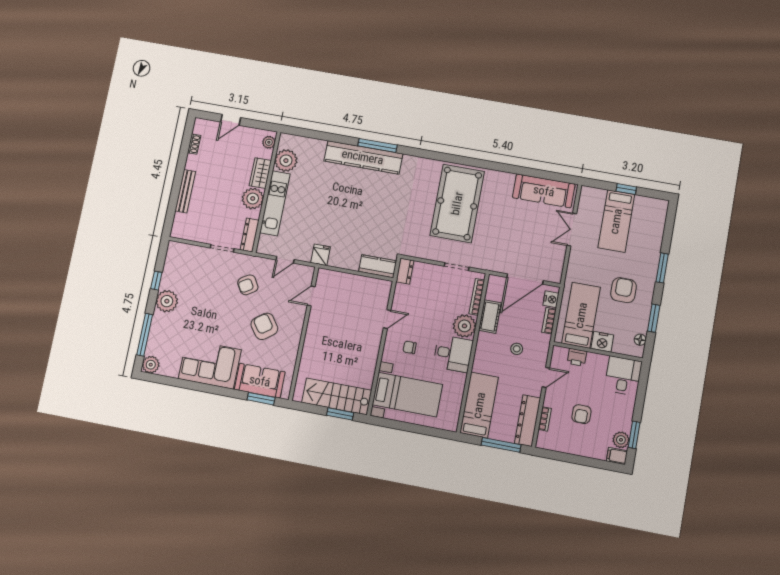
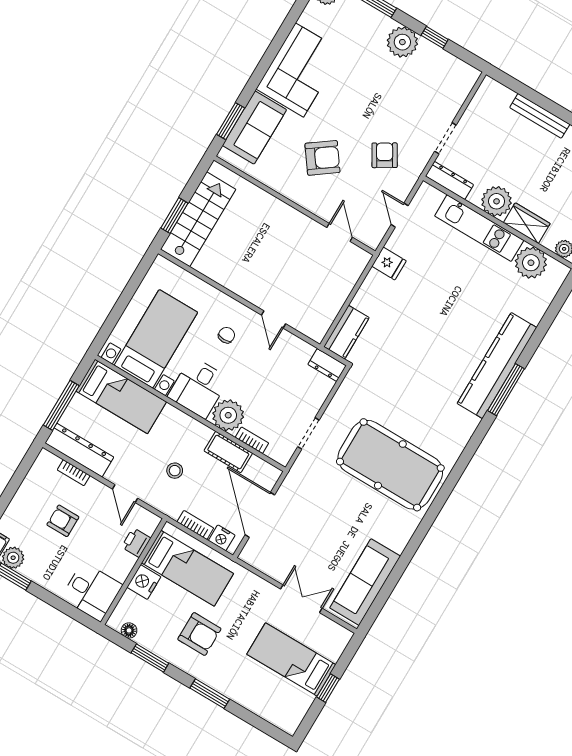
bookcase: (477, 297) -> (252, 440), width x0.64
bed with nightstands: (407, 395) -> (156, 339), moved, turned 180

